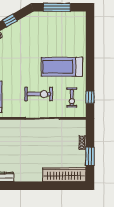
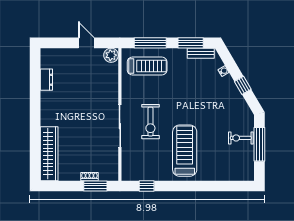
exercise bike: (72, 98) -> (241, 138), moved
window: (90, 156) -> (95, 186), moved

